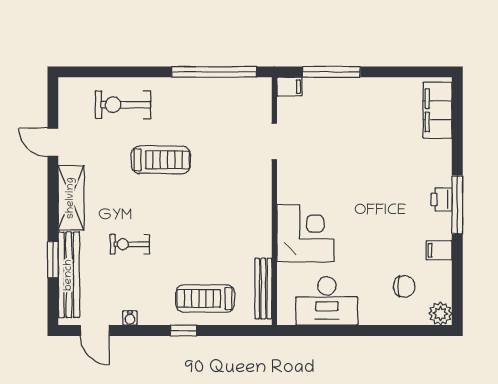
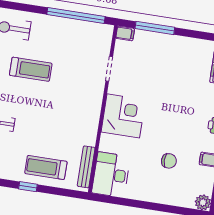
corner desk: (305, 233) -> (123, 116), moved
chair: (404, 286) -> (169, 161), moved
desk: (327, 301) -> (111, 175), moved, turned 90

